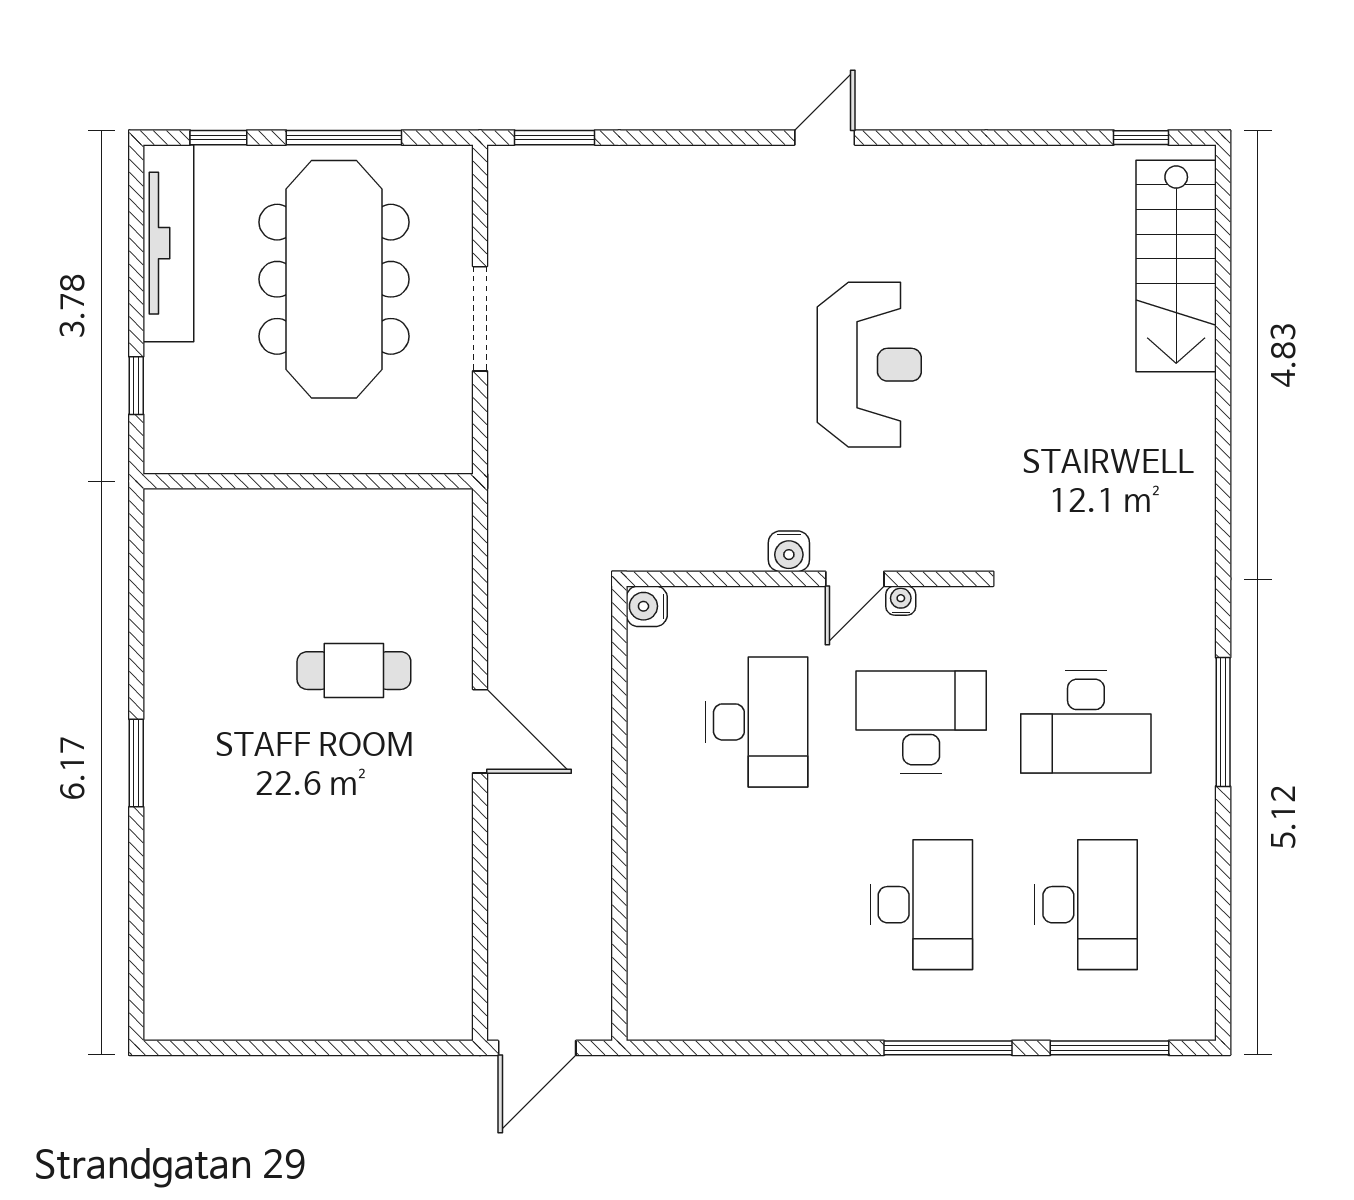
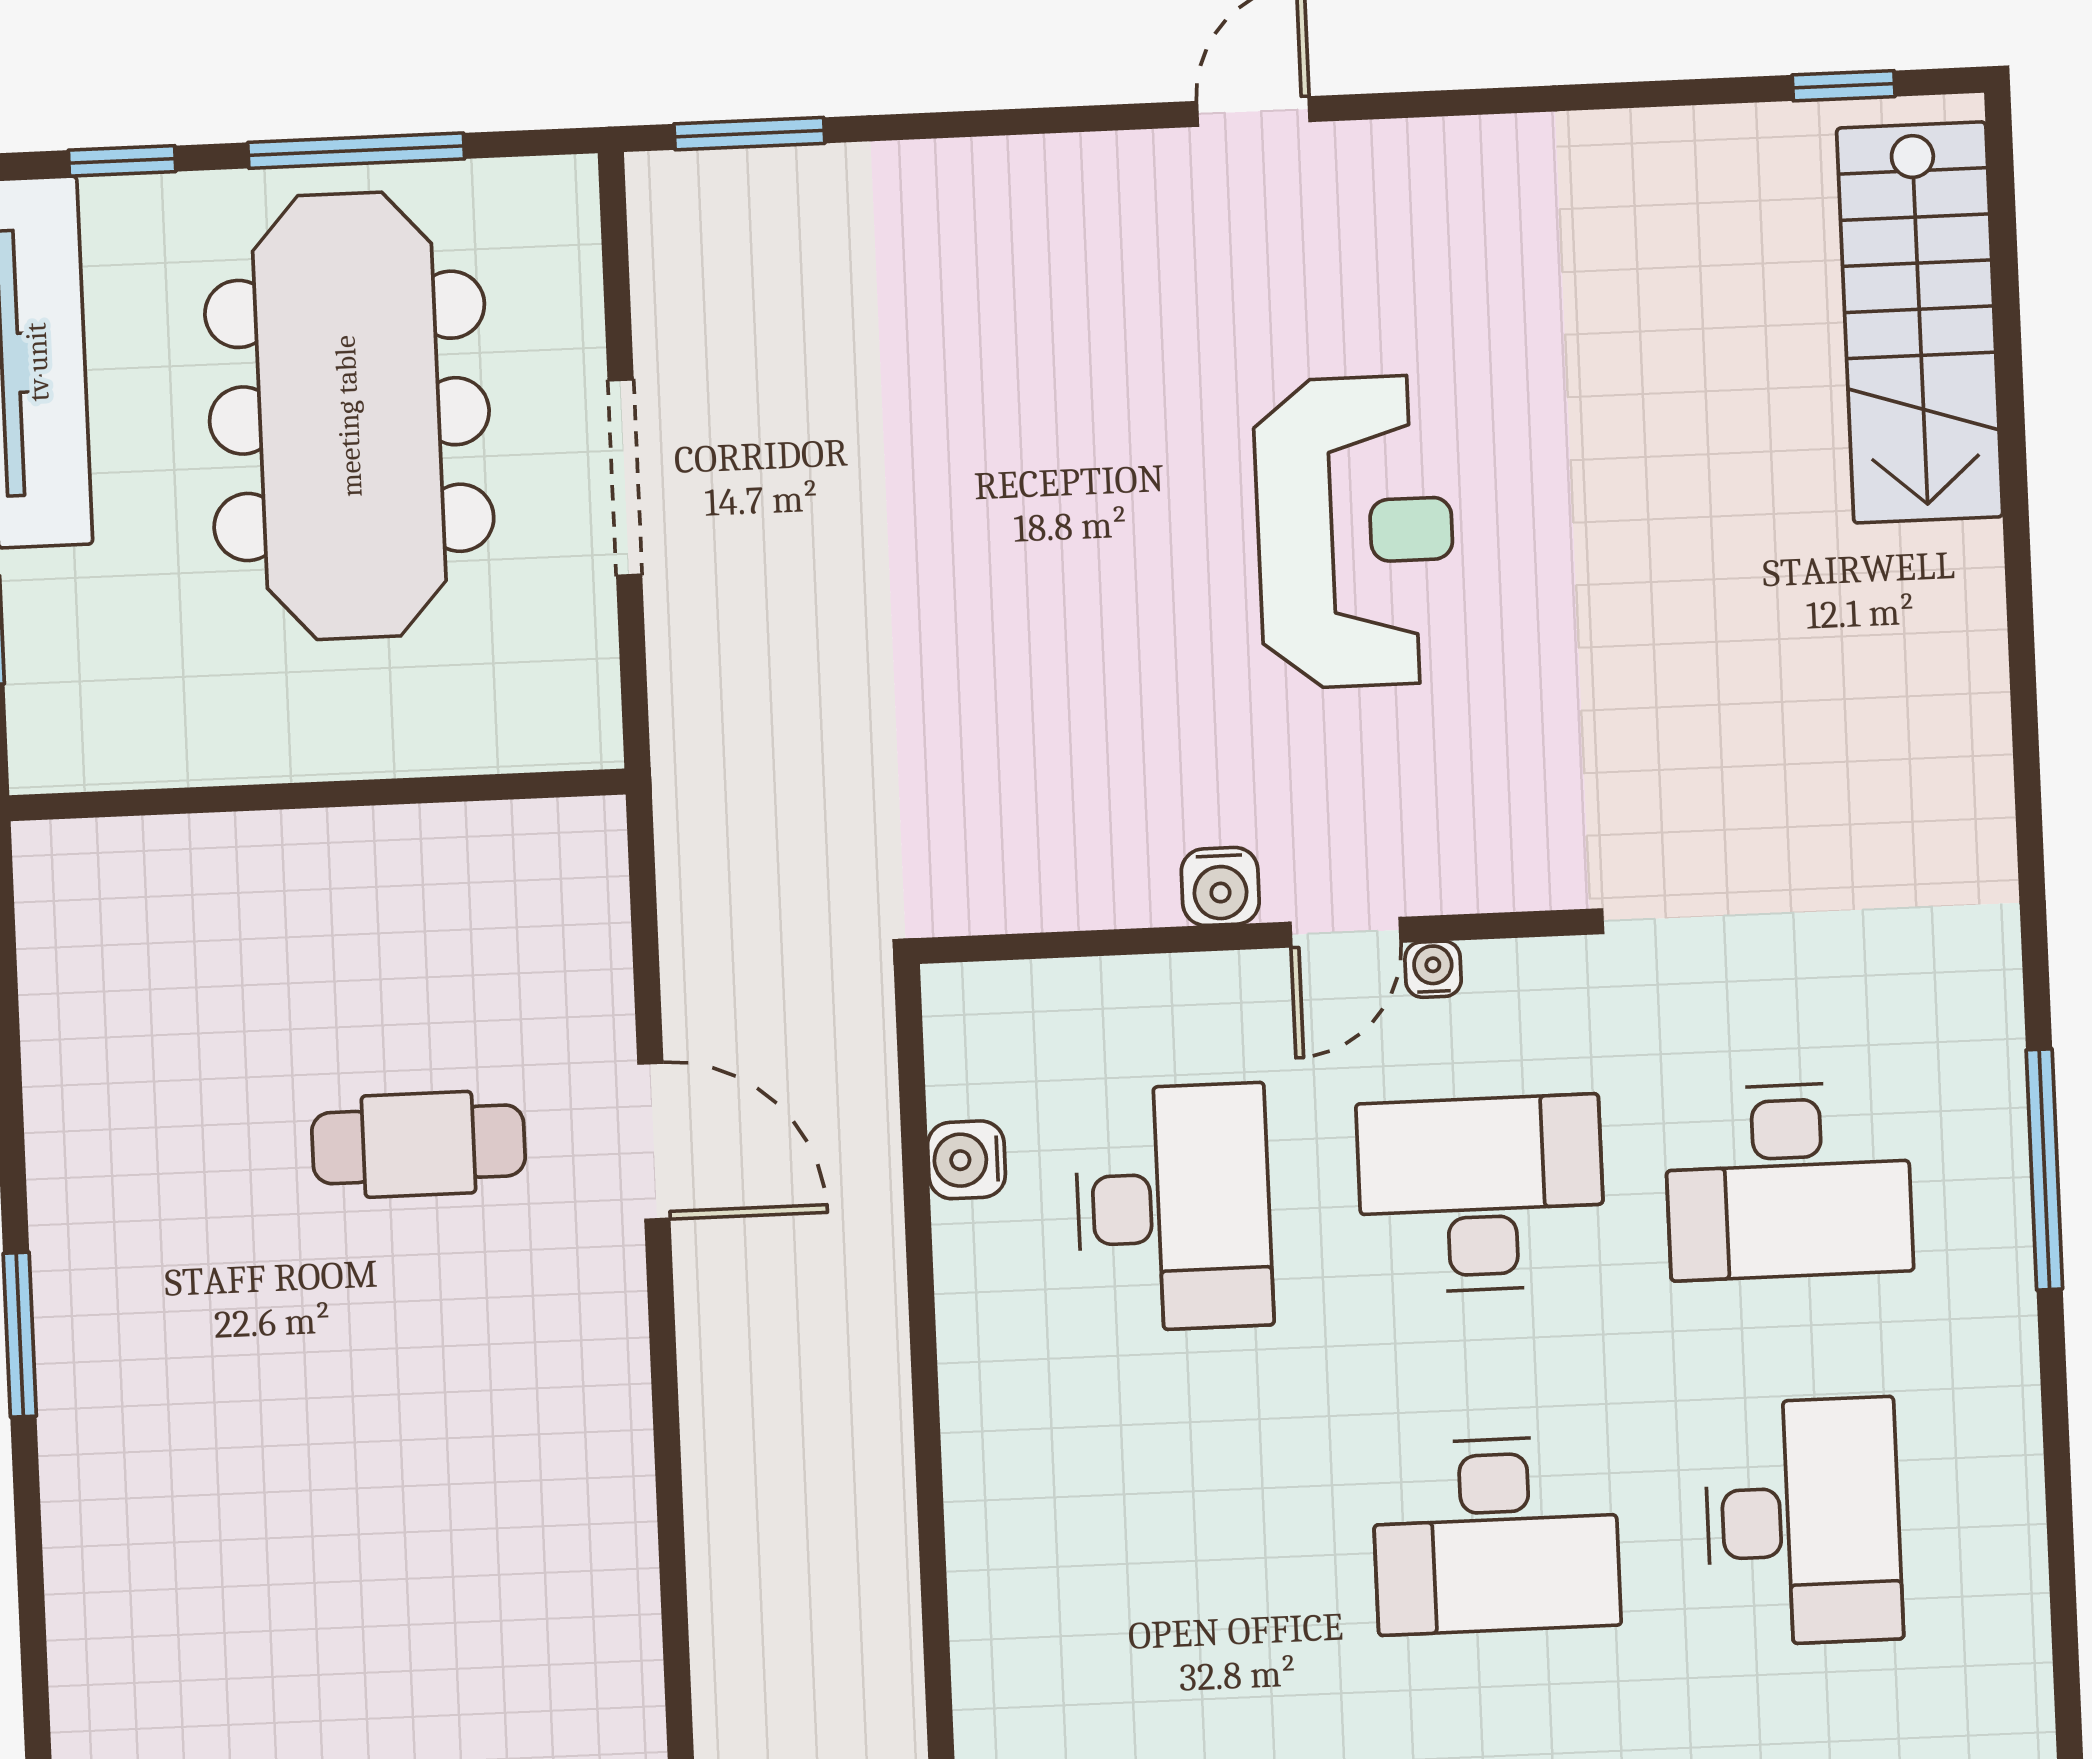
water cooler: (647, 606) -> (966, 1160), moved
door: (480, 731) -> (654, 1141), moved
desk: (921, 905) -> (1496, 1535), turned 90

